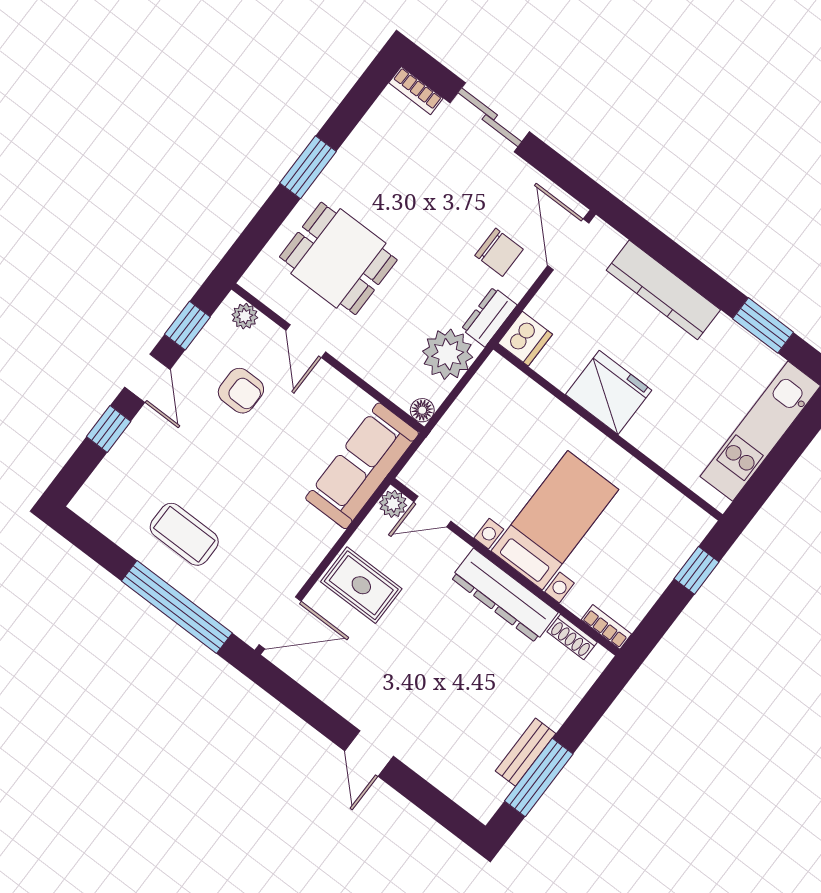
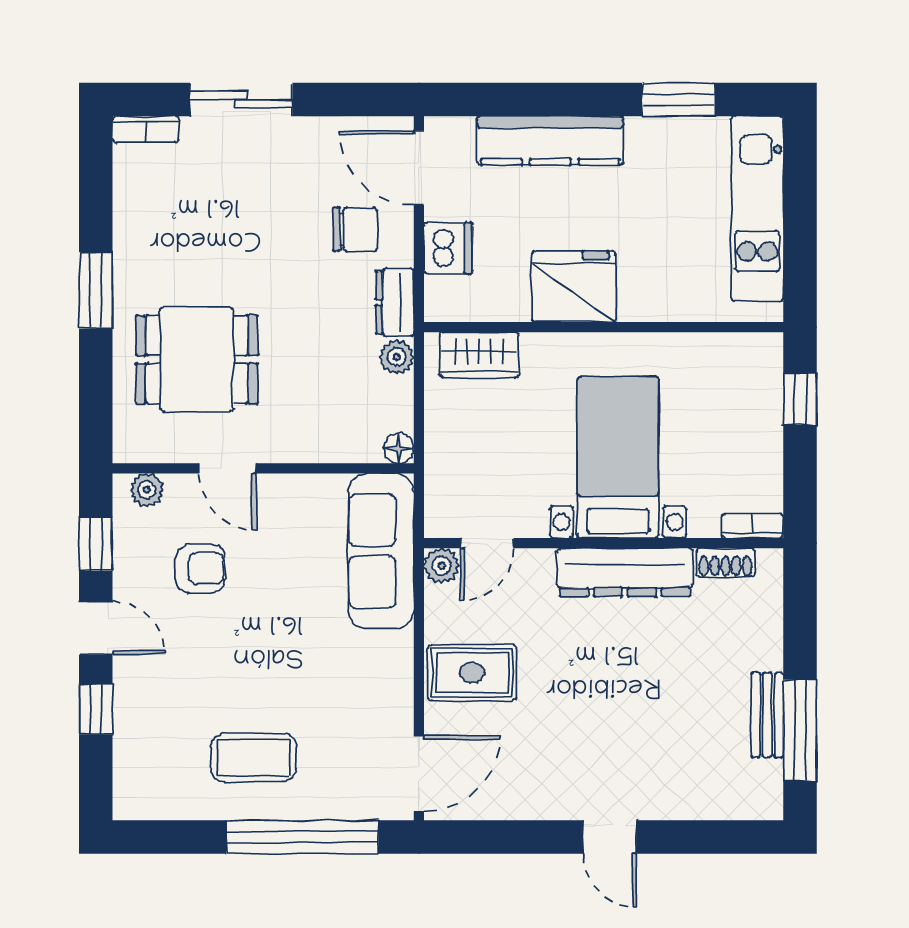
dishwasher: (525, 339) -> (448, 248), moved
plant: (448, 354) -> (397, 357), width x0.53, depth x0.53
wardrobe: (517, 390) -> (479, 355), added

